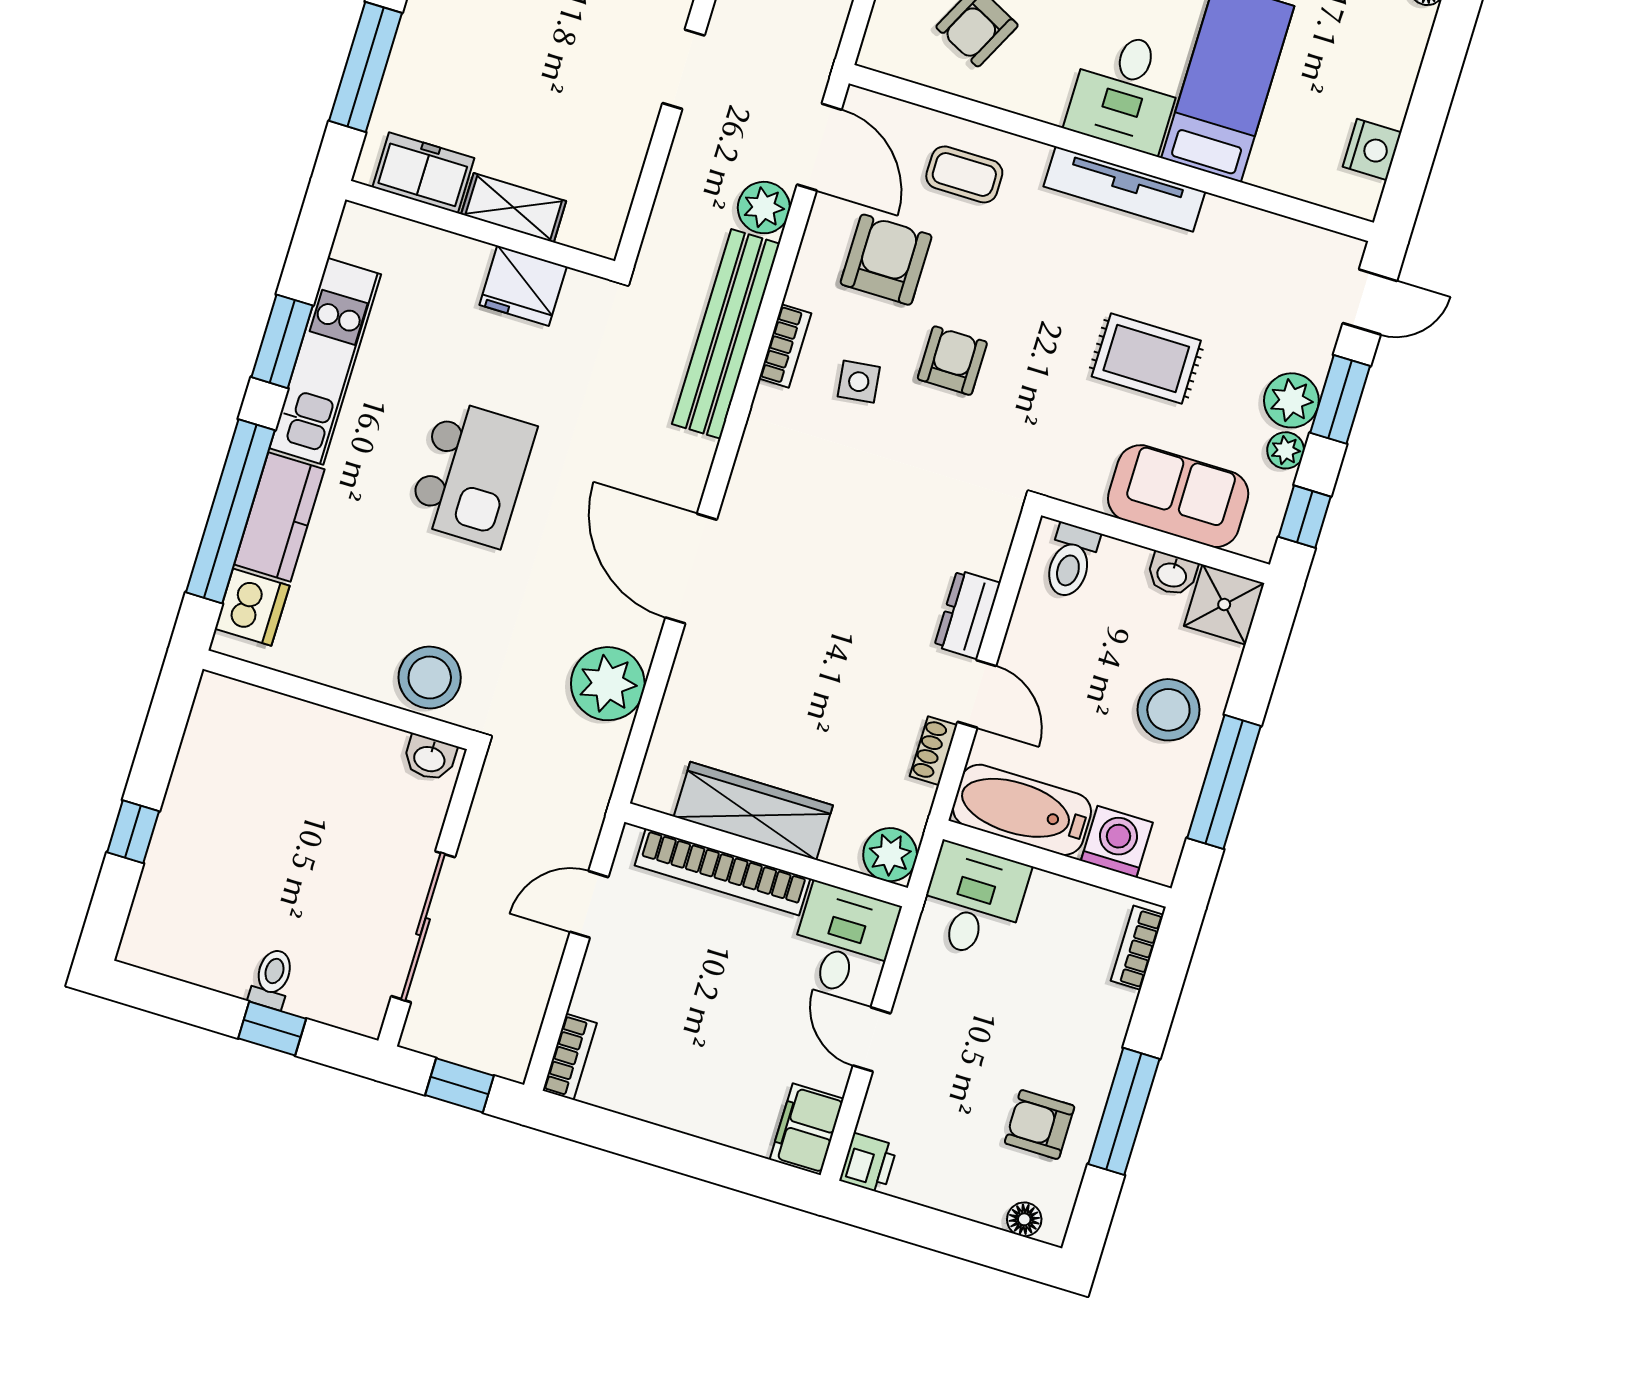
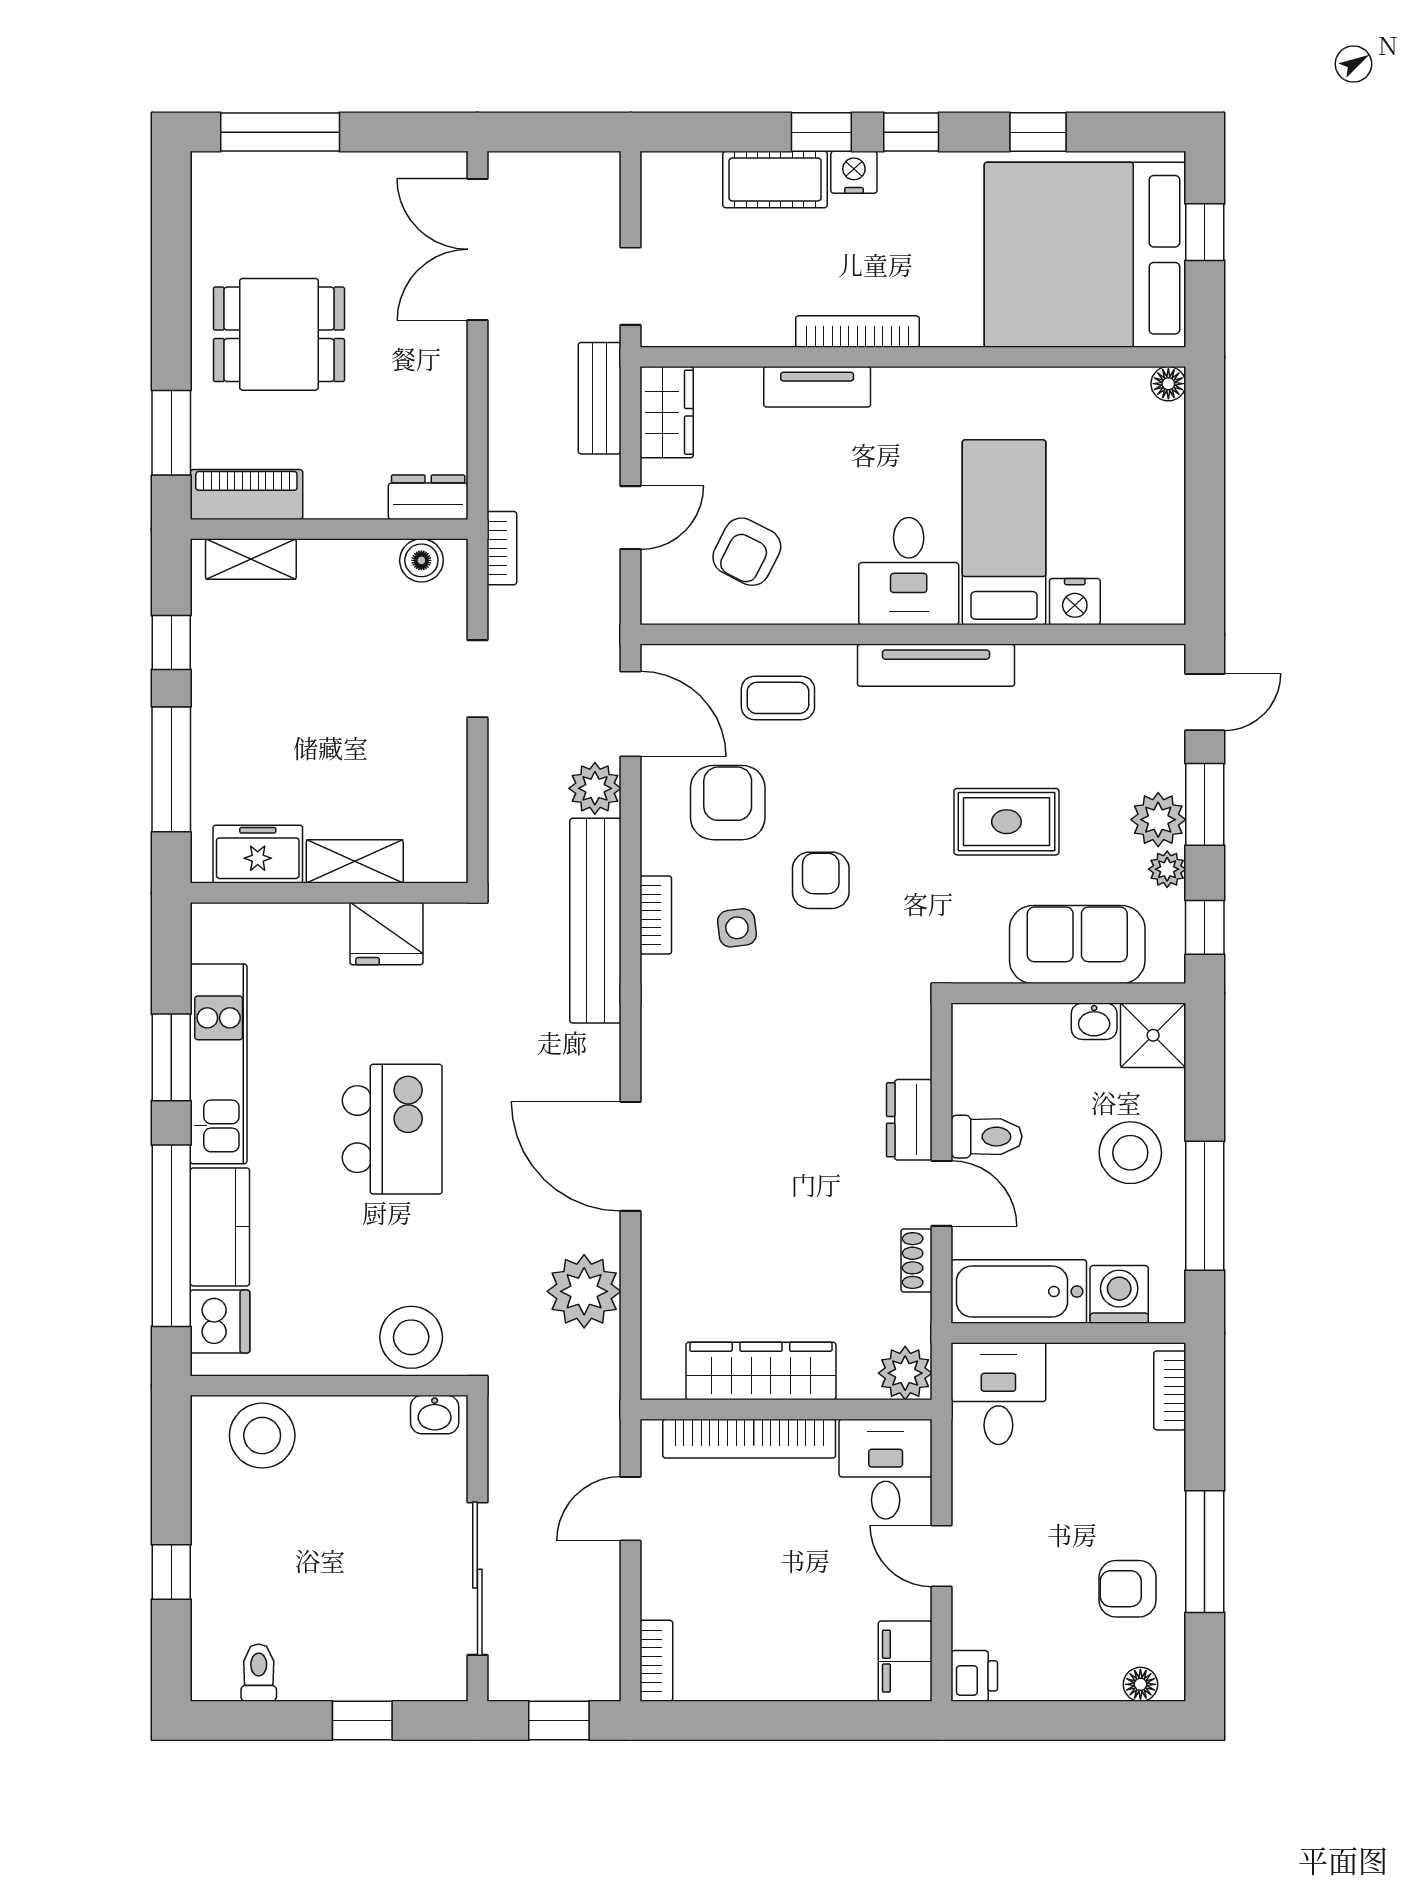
nightstand: (1372, 150) -> (1075, 602), moved, turned 90
toilet: (1071, 561) -> (986, 1137), moved, turned -90
stool: (259, 728) -> (262, 1436), added
toilet: (272, 979) -> (259, 1673), moved

